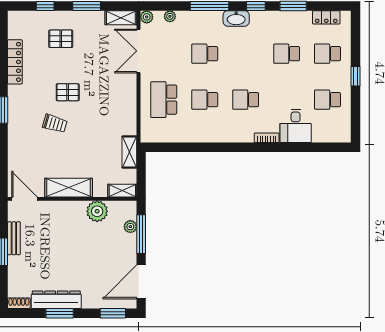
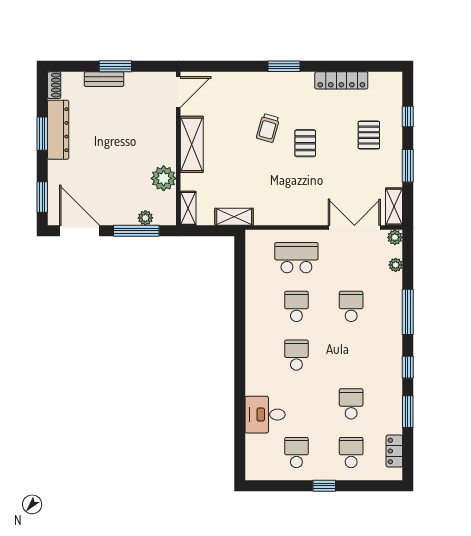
washbasin: (236, 18) -> (393, 344), removed
bookcase: (267, 138) -> (251, 380), removed
bench: (14, 238) -> (104, 79), moved

